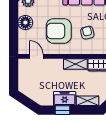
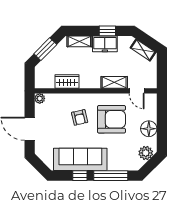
shelving: (75, 64) -> (114, 82), moved
shelving: (31, 93) -> (143, 50), added

